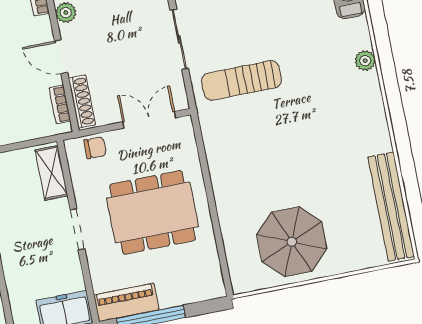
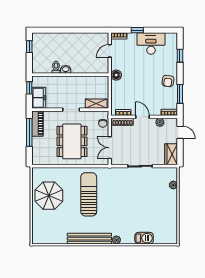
door: (61, 57) -> (142, 117), hinge flipped
sun lounger: (241, 80) -> (89, 194), moved, width x1.36, depth x1.34
double door: (149, 120) -> (110, 148), swing flipped
bench: (391, 207) -> (89, 239), moved

